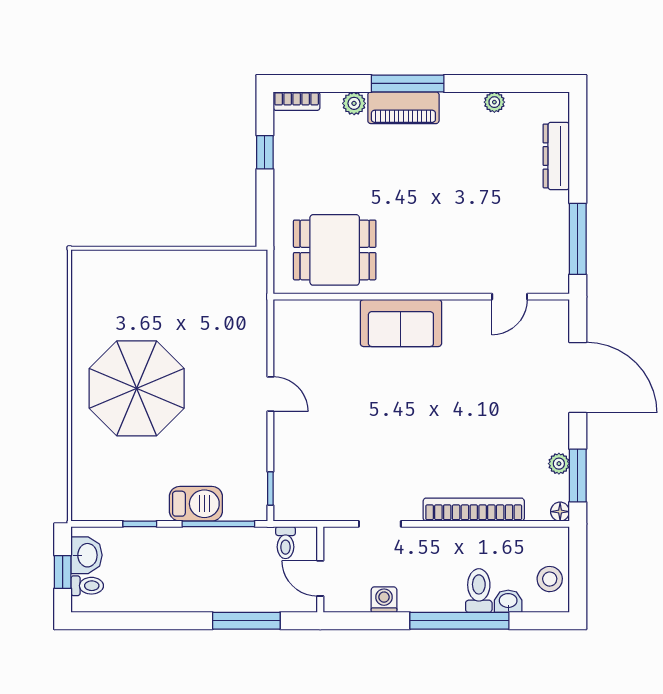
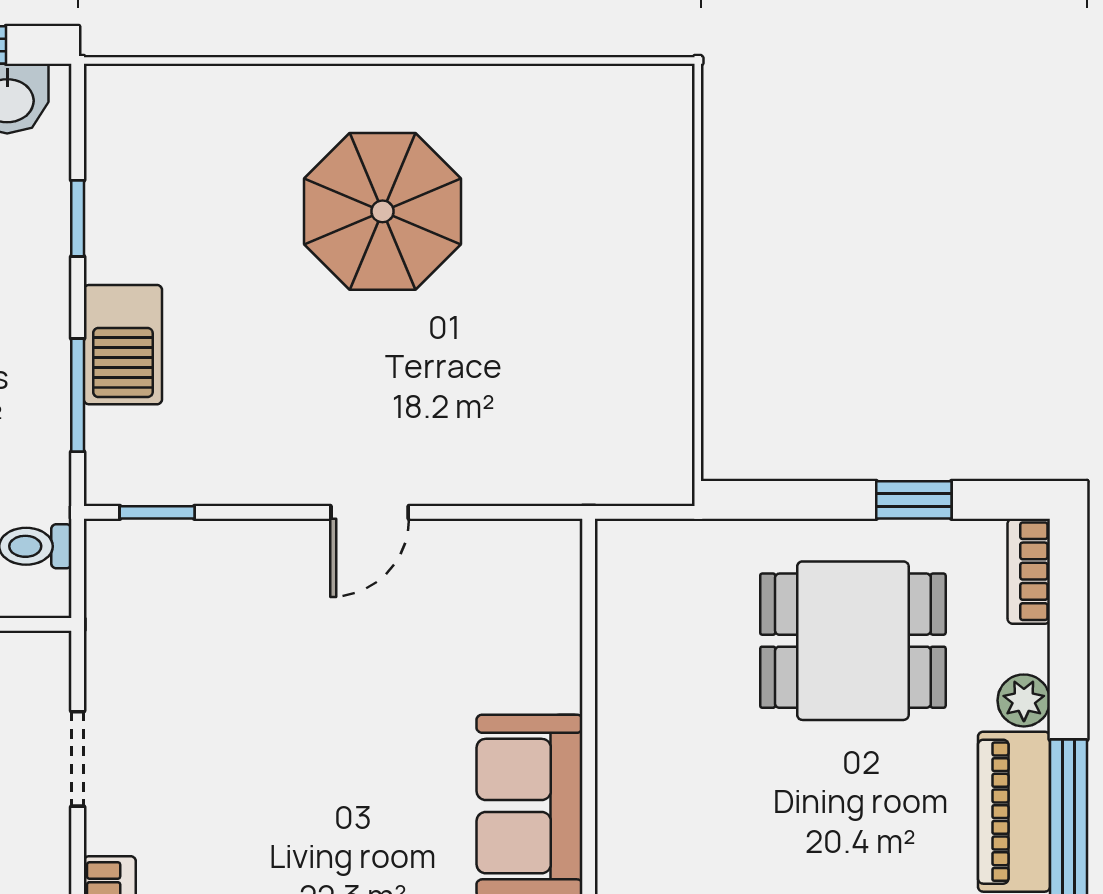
dining table: (335, 250) -> (853, 641), moved, turned 90
parasol: (137, 388) -> (382, 211), width x0.73, depth x0.73
window: (218, 524) -> (78, 395), width x0.69

